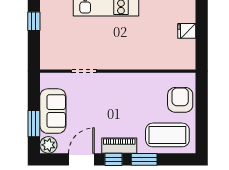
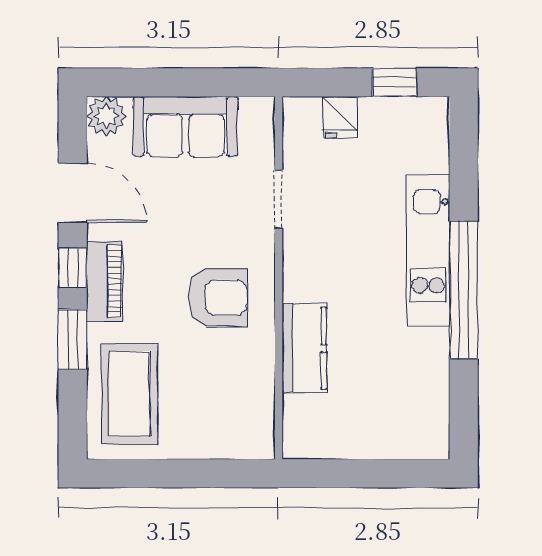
fridge: (187, 31) -> (340, 117), moved, turned 180
kitchen counter: (148, 60) -> (304, 348), added
armchair: (180, 100) -> (218, 297), moved
window: (34, 124) -> (156, 82), removed

